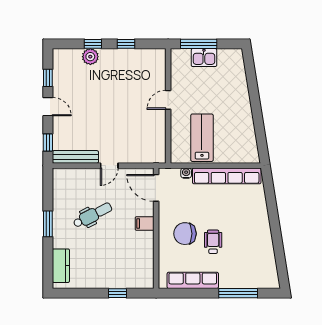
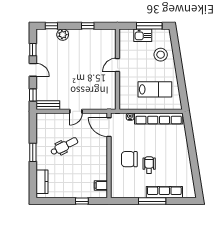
window: (93, 44) -> (51, 26), moved
window: (199, 44) -> (149, 26), moved
stool: (229, 85) -> (161, 55), added
lab bench: (202, 138) -> (155, 89), moved, turned 90
bench: (75, 157) -> (48, 105), width x0.73
filing cabinet: (145, 224) -> (101, 186), moved
row of seats: (193, 280) -> (164, 192), moved
window: (238, 293) -> (152, 201), moved

